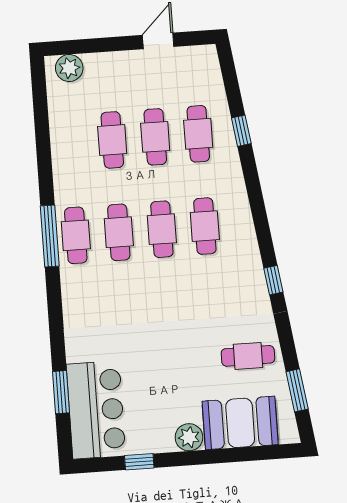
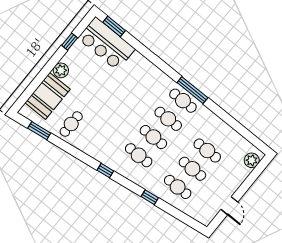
window: (241, 131) -> (150, 197), moved
window: (273, 280) -> (105, 171), moved
window: (61, 392) -> (114, 26), moved

